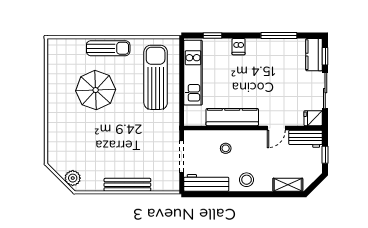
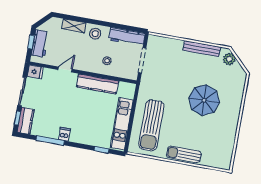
dishwasher: (239, 47) -> (64, 134), moved
parasol: (96, 90) -> (204, 100), moved
workbench: (305, 139) -> (40, 43), moved, turned 90
bench: (127, 185) -> (202, 49), moved
shelving: (288, 185) -> (74, 26), moved

